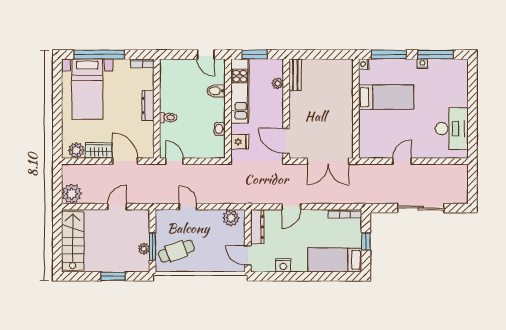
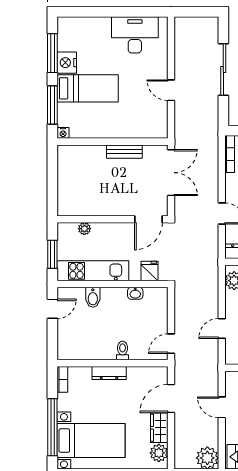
nightstand: (422, 64) -> (67, 63), width x1.89, depth x1.79
bench: (295, 75) -> (124, 152), moved
bed: (386, 97) -> (88, 88), moved, turned 90

